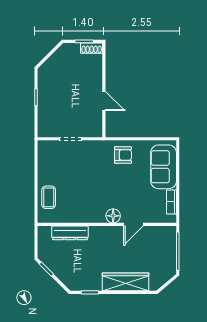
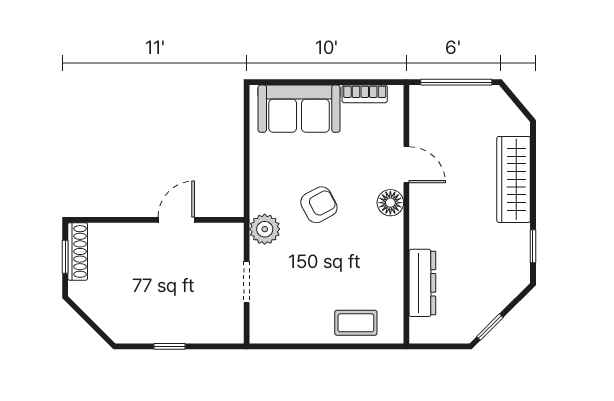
shoe rack: (92, 48) -> (78, 251), width x1.43
plant: (99, 148) -> (265, 229), added
armchair: (123, 155) -> (319, 205), moved, turned 62

